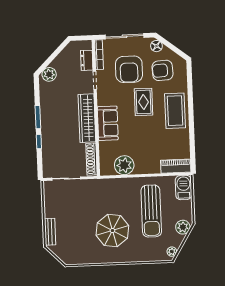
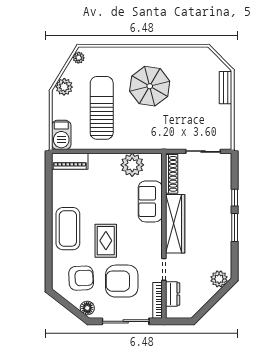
armchair: (129, 69) -> (122, 281), turned -90
sofa: (108, 123) -> (150, 201), moved

